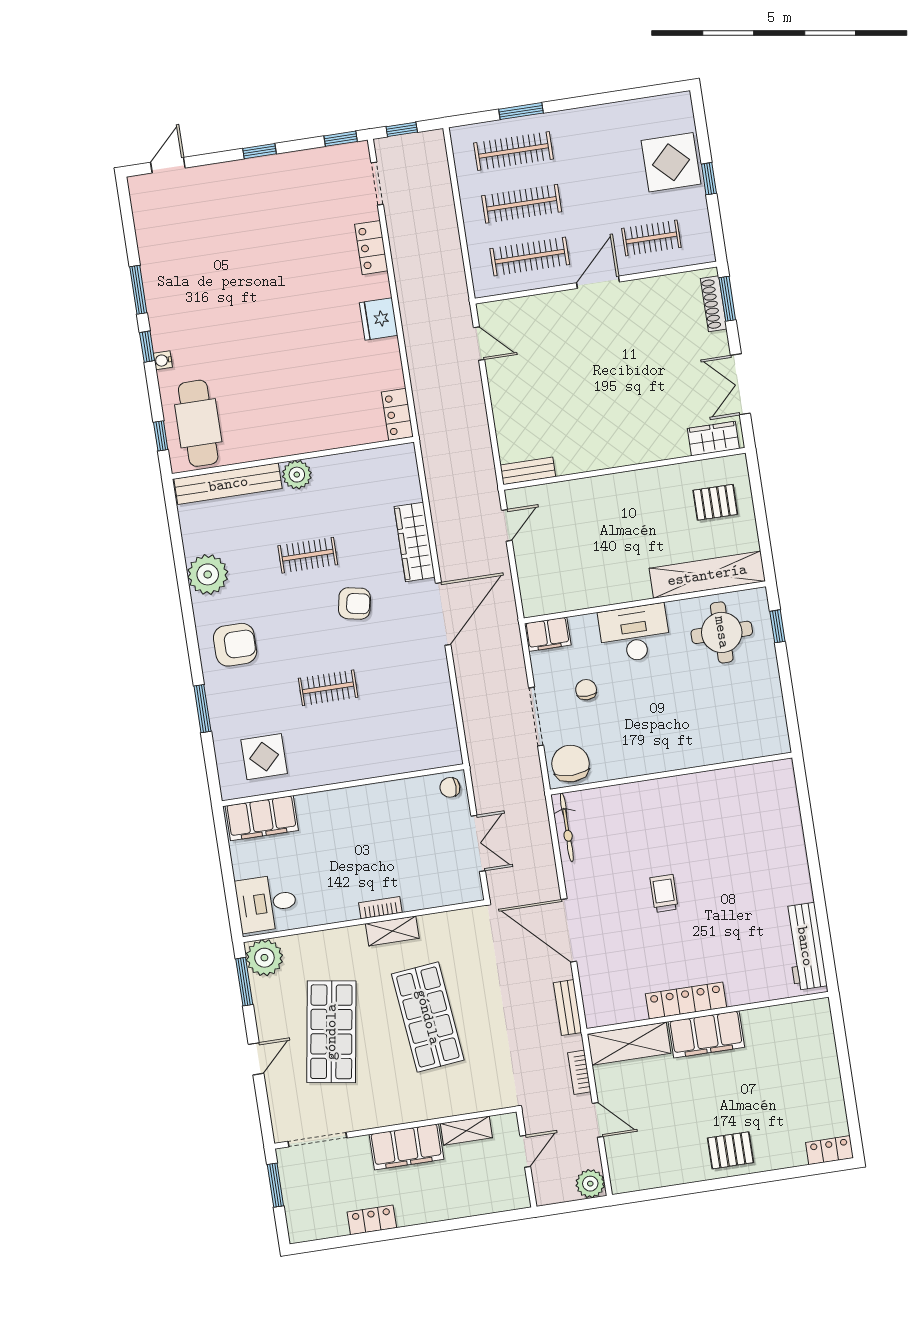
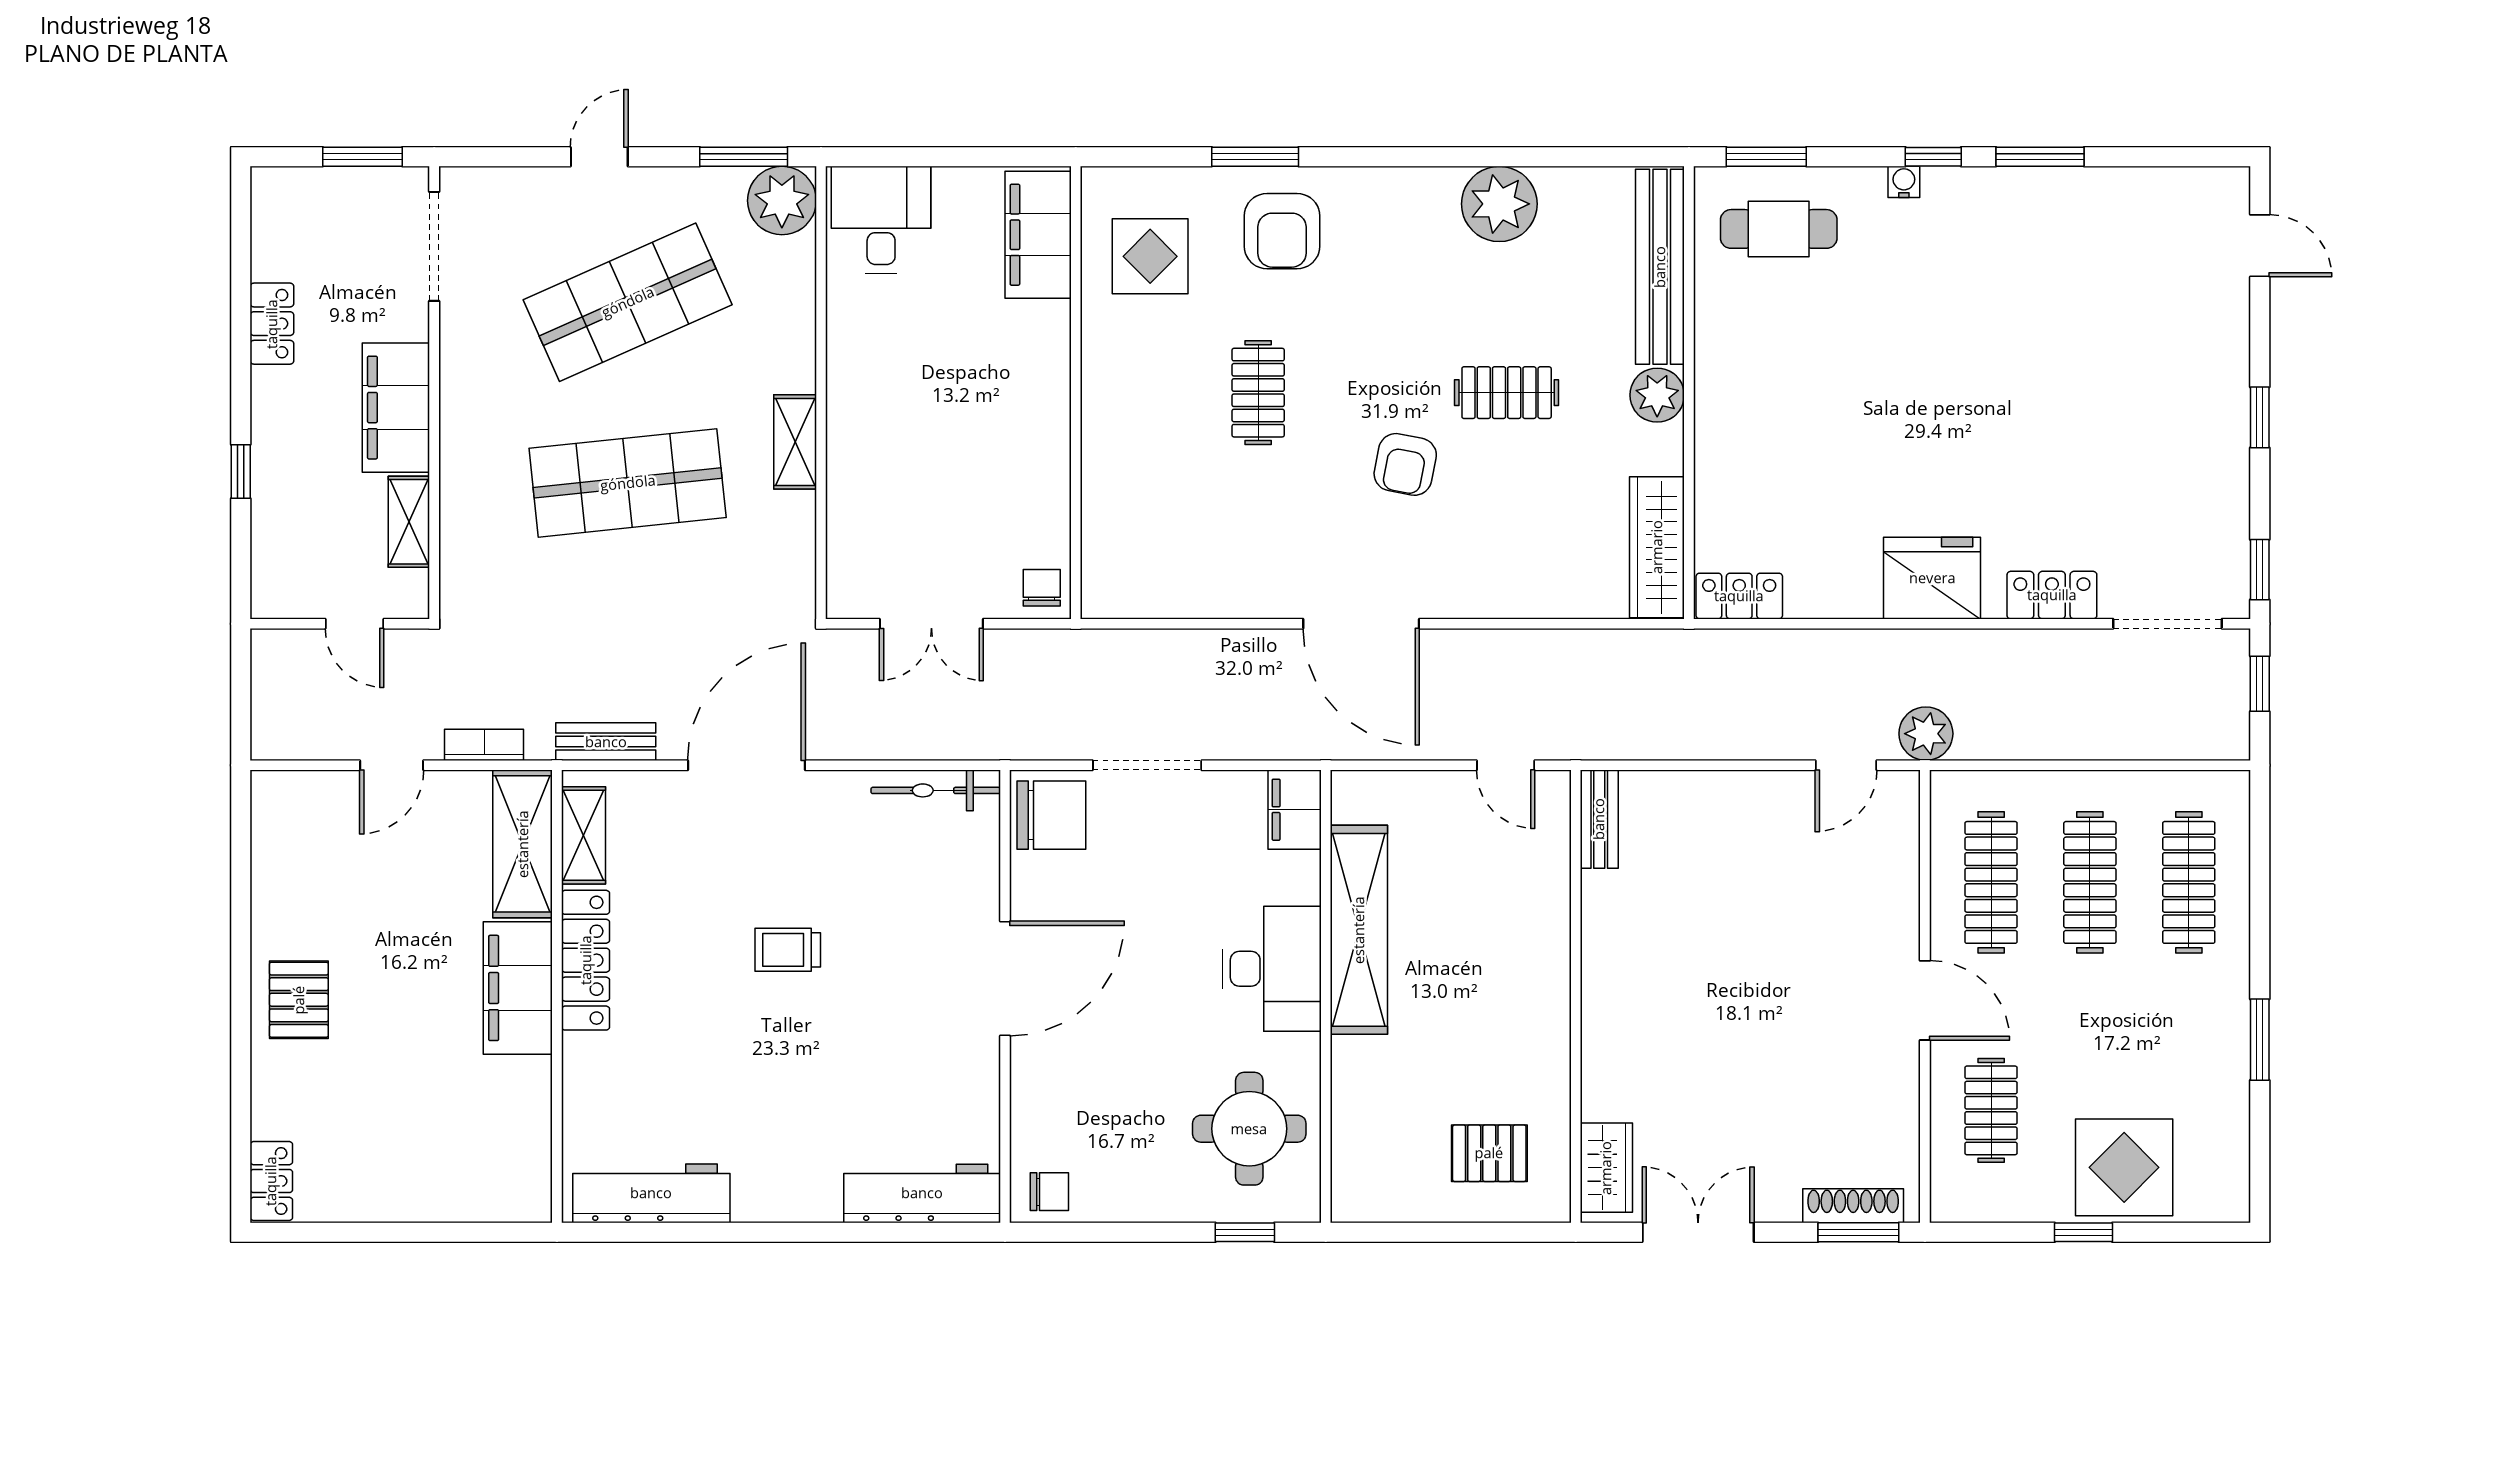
window: (521, 111) -> (2260, 1040), moved
doorway: (377, 183) -> (2168, 624), width x1.38
fridge: (379, 319) -> (1932, 578), width x1.36, depth x1.34
cafe table: (198, 423) -> (1779, 229), width x0.73, depth x0.74
window: (161, 436) -> (1766, 157), width x1.50
pallet: (715, 502) -> (1489, 1153), turned 90
wardrobe: (415, 542) -> (1657, 547), moved, turned -90
clothes rail: (308, 555) -> (1507, 393), turned 90
shelving: (707, 575) -> (1359, 930), moved
armchair: (235, 645) -> (1282, 231), moved
chair: (586, 690) -> (1049, 1192), moved
door: (661, 775) -> (1005, 978), added
workbench: (783, 802) -> (922, 1193), added
trolley: (664, 893) -> (788, 950), turned 180
bookcase: (380, 908) -> (841, 427), removed
shelving: (620, 1012) -> (583, 835), added
shop shelf: (331, 1032) -> (628, 302), turned -33
door: (256, 1059) -> (599, 157), swing flipped
plant: (590, 1184) -> (1926, 734), moved
window: (453, 1224) -> (241, 472), added

